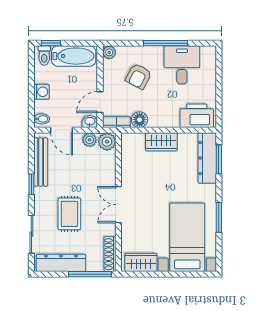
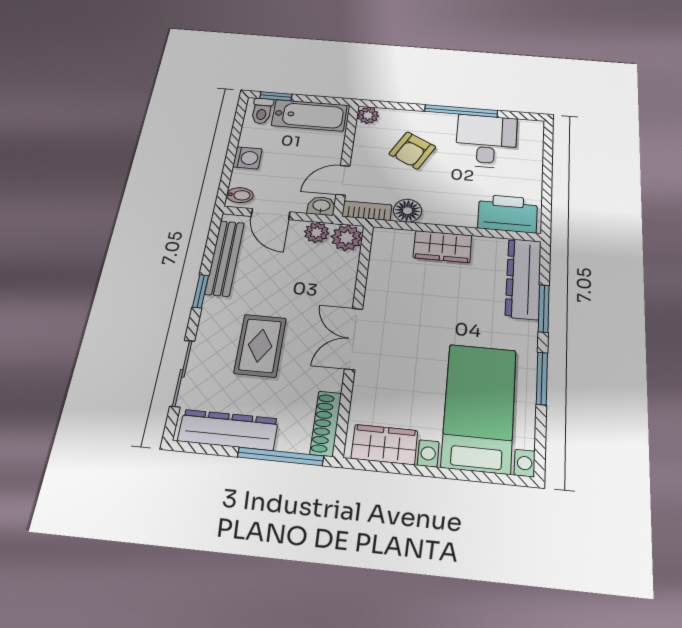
window: (219, 159) -> (544, 309), moved

